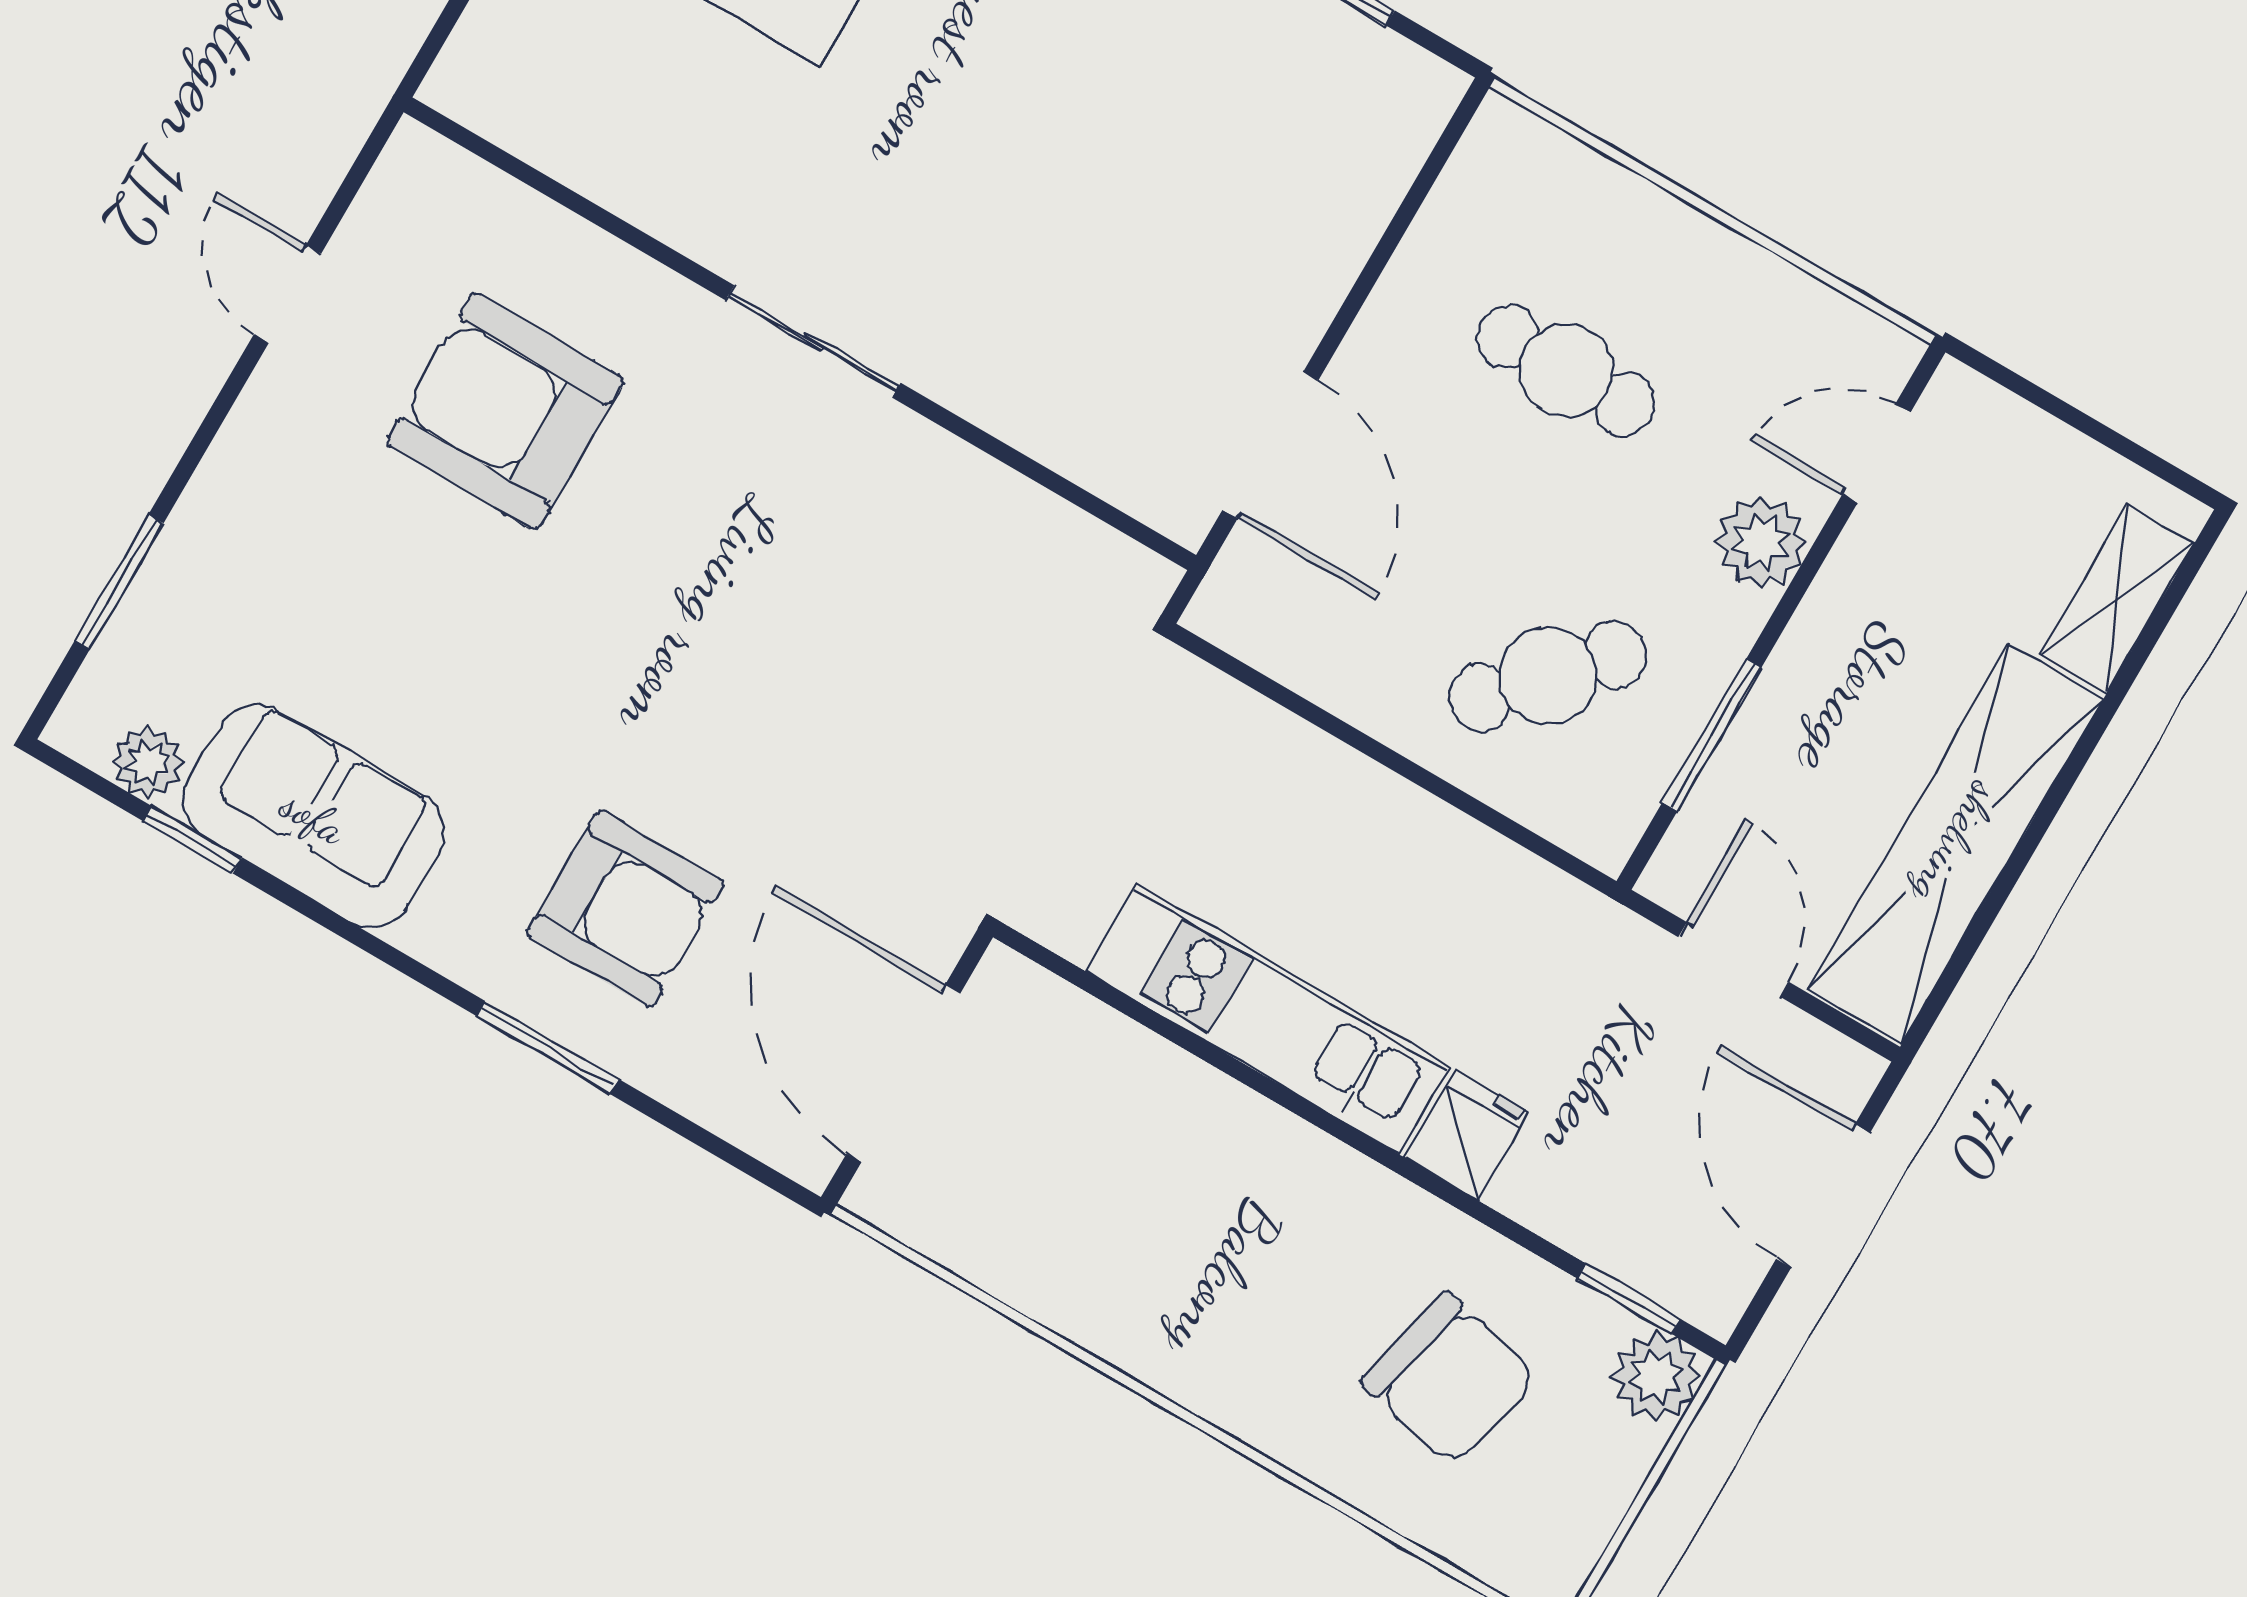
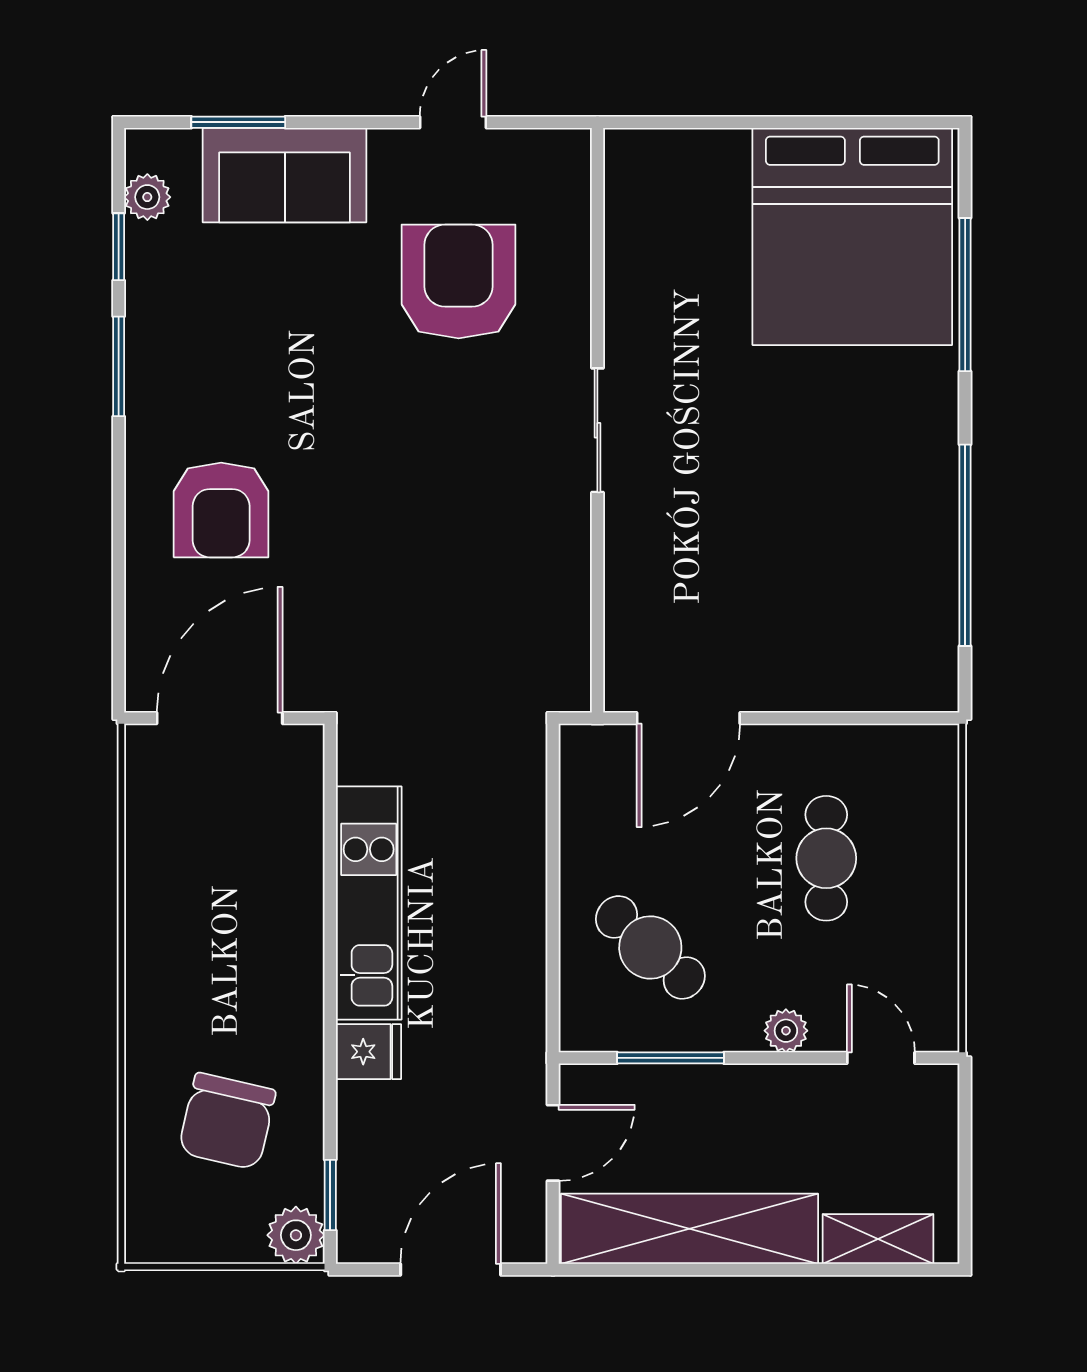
plant: (1761, 542) -> (786, 1031), width x0.73, depth x0.73
sofa: (314, 816) -> (285, 175), moved, turned 90
window: (548, 1048) -> (119, 366), moved

